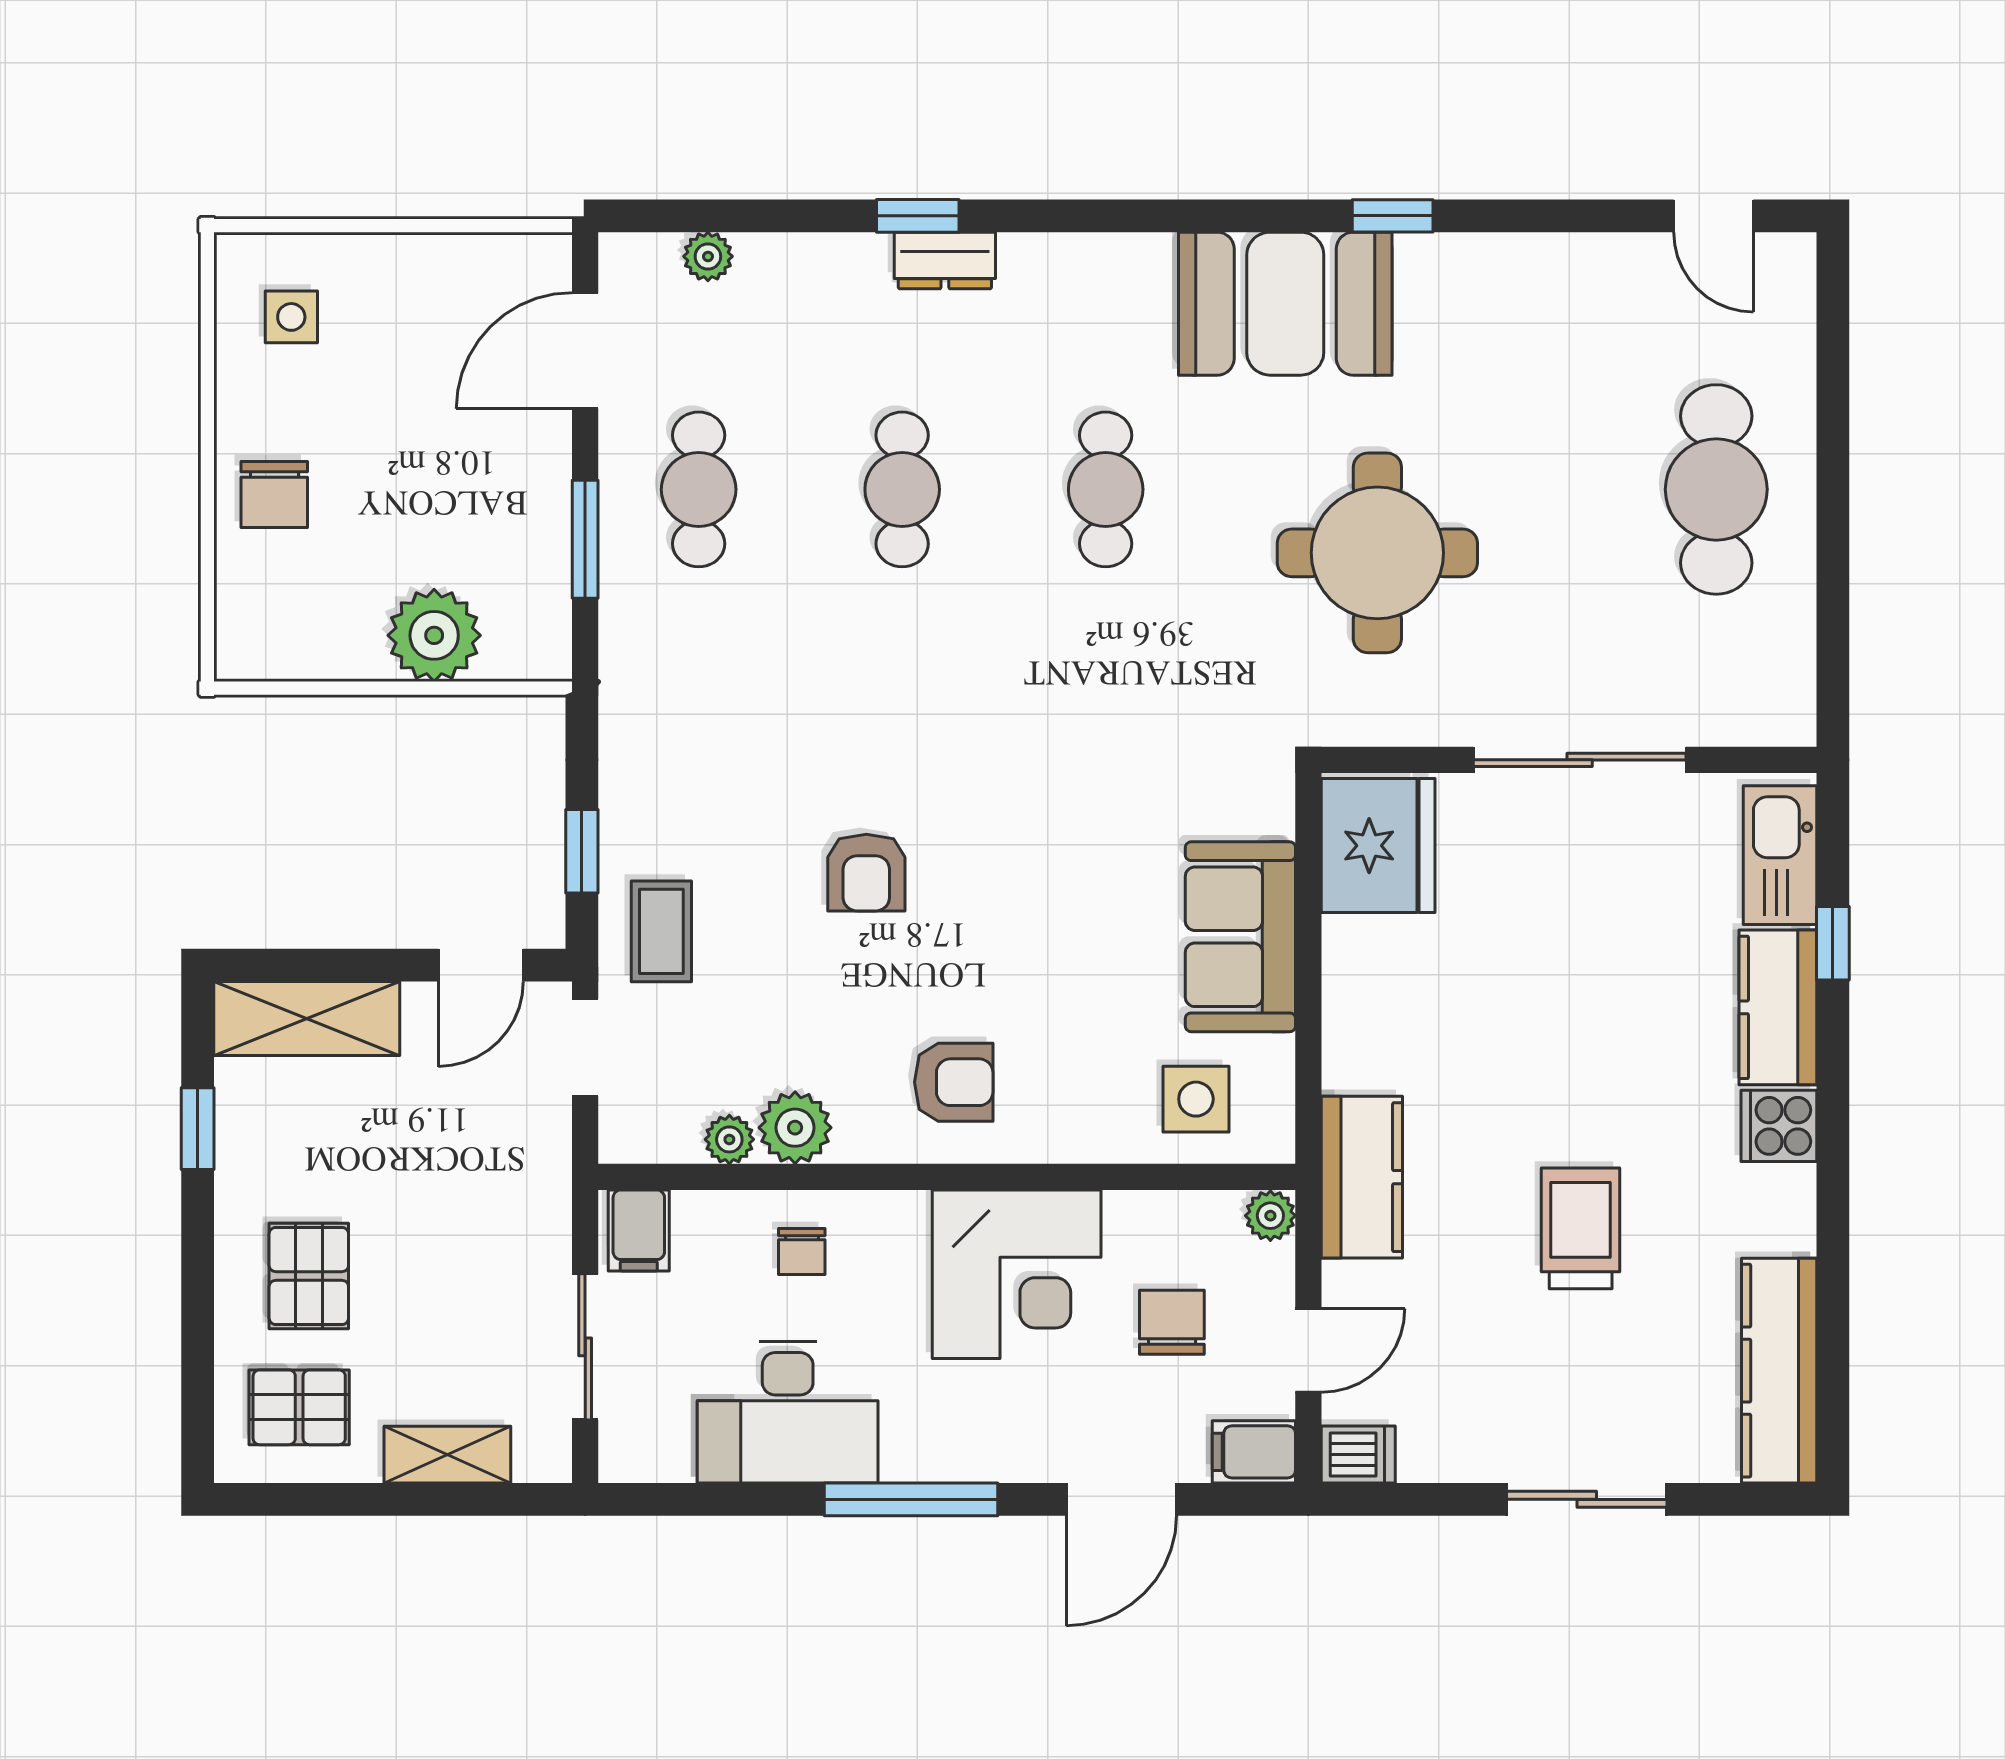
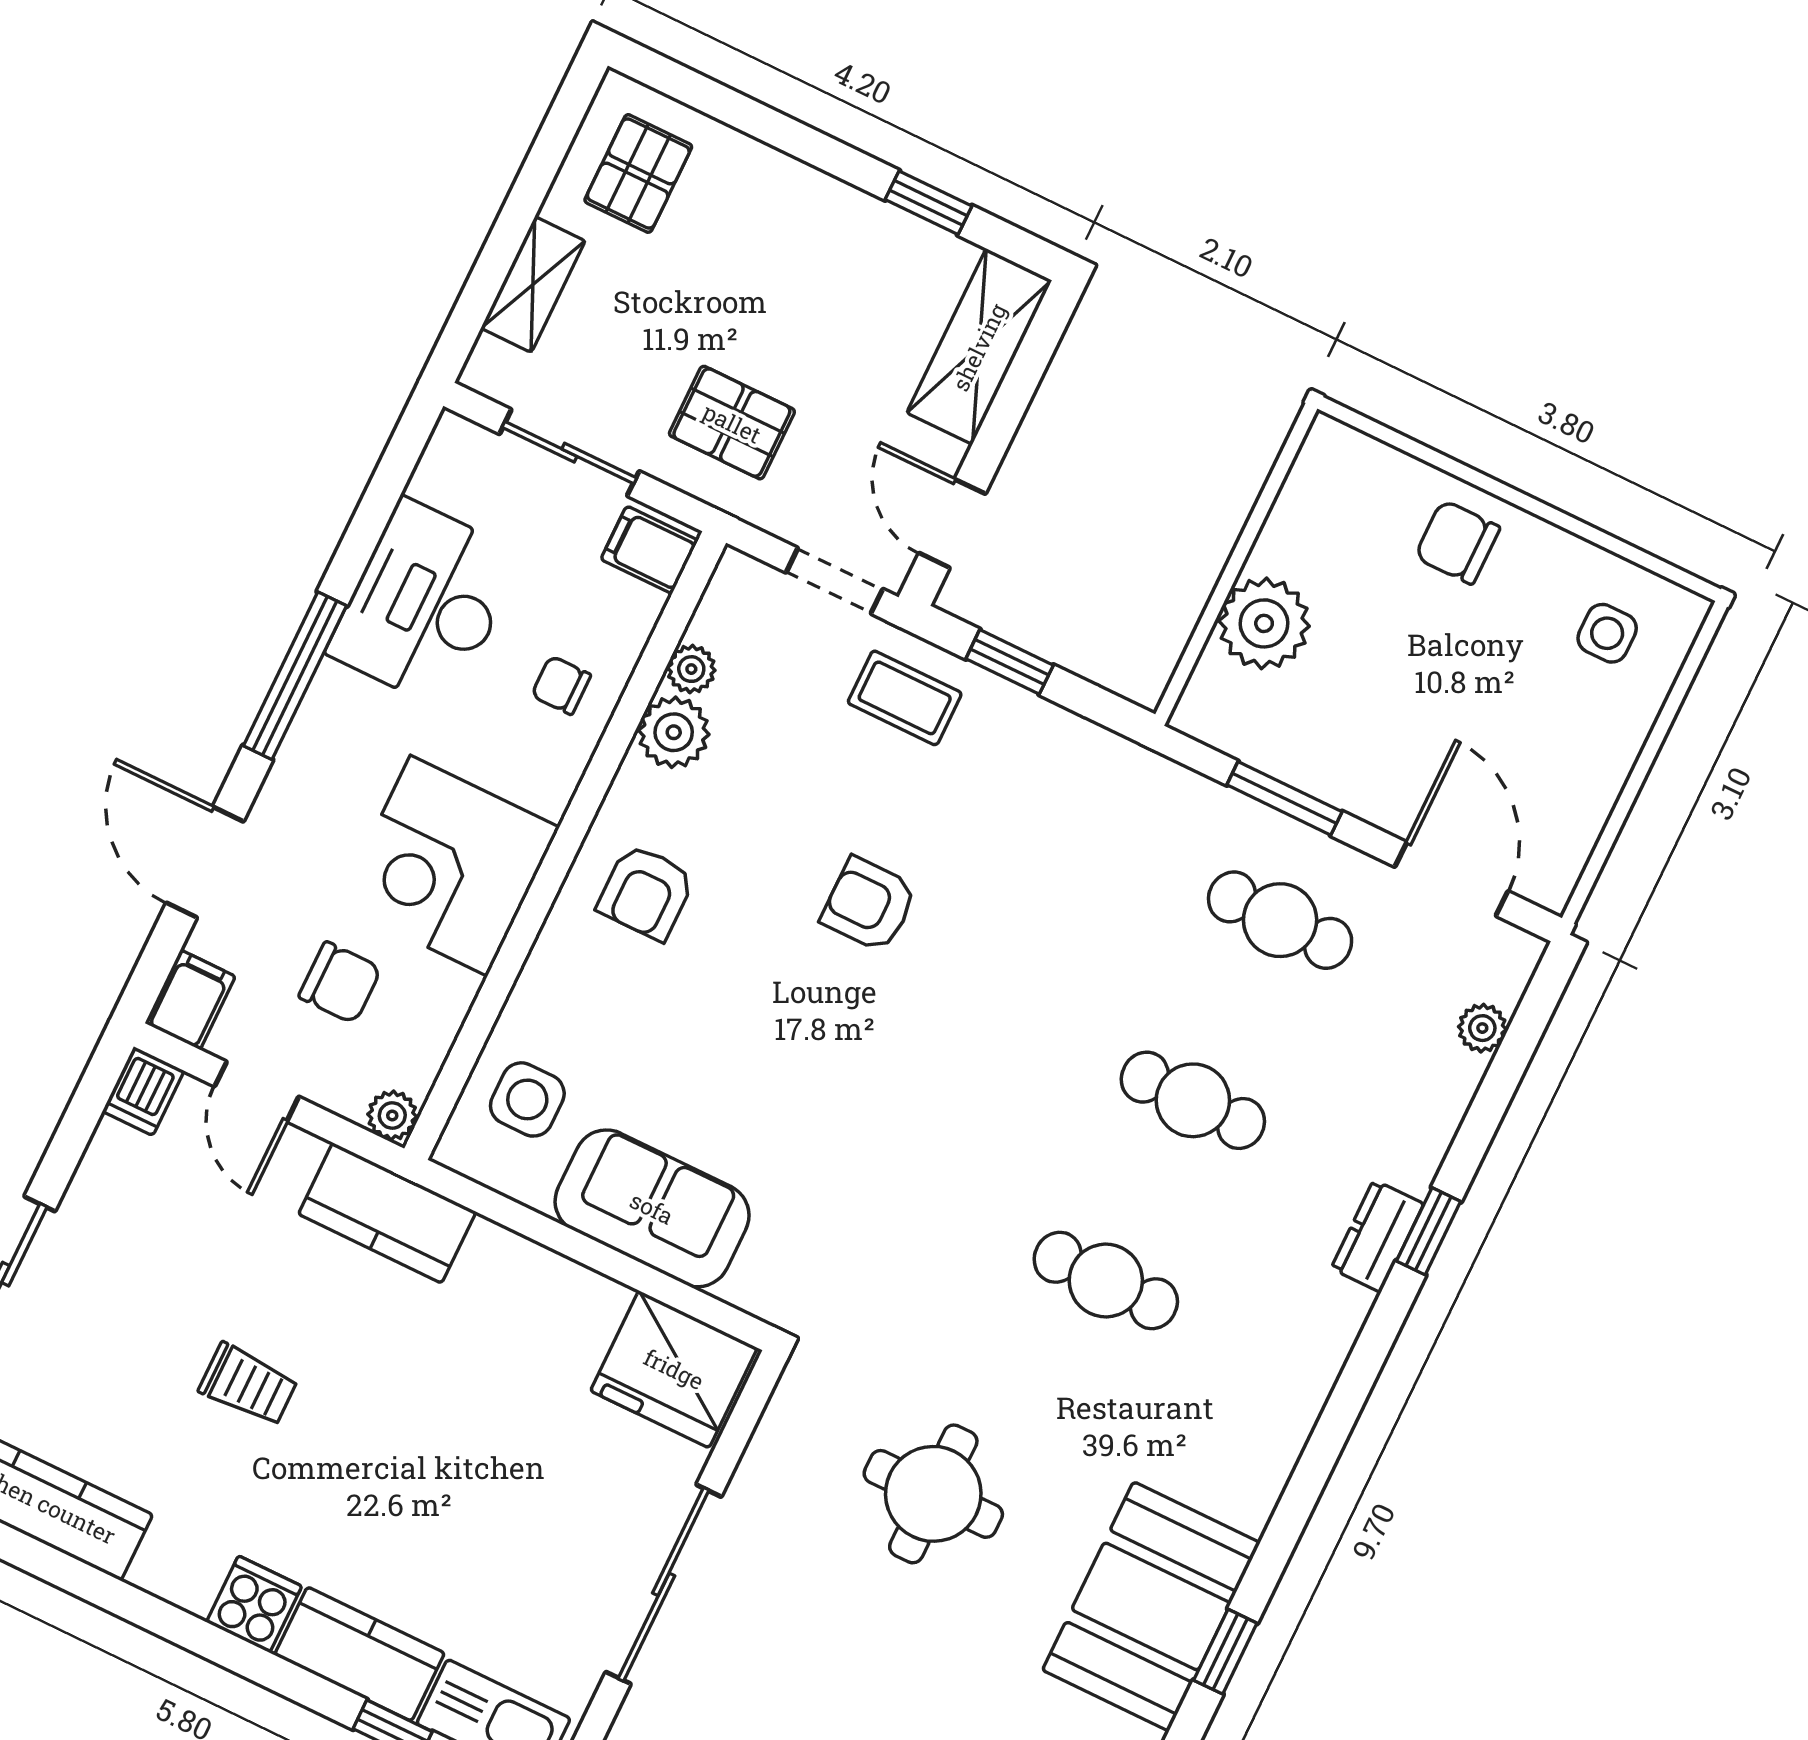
booth: (1285, 304) -> (1151, 1606), moved
round table: (1377, 553) -> (933, 1494), width x0.73, depth x0.73
trolley: (1581, 1228) -> (248, 1385), width x0.73, depth x0.72
pallet: (309, 1276) -> (732, 423), moved

